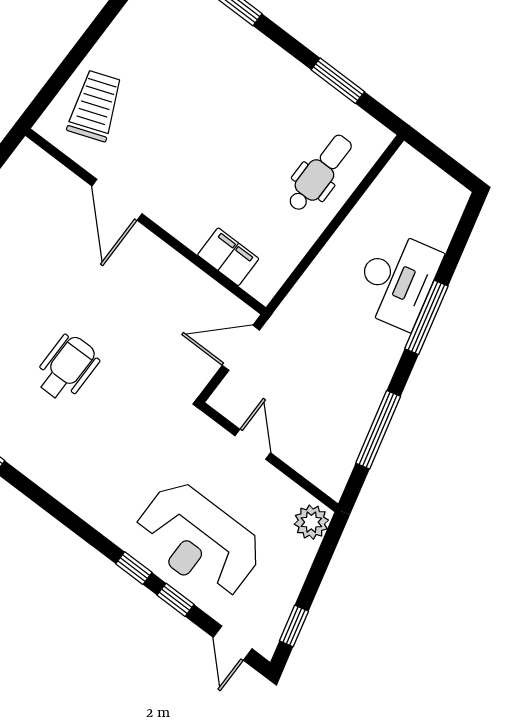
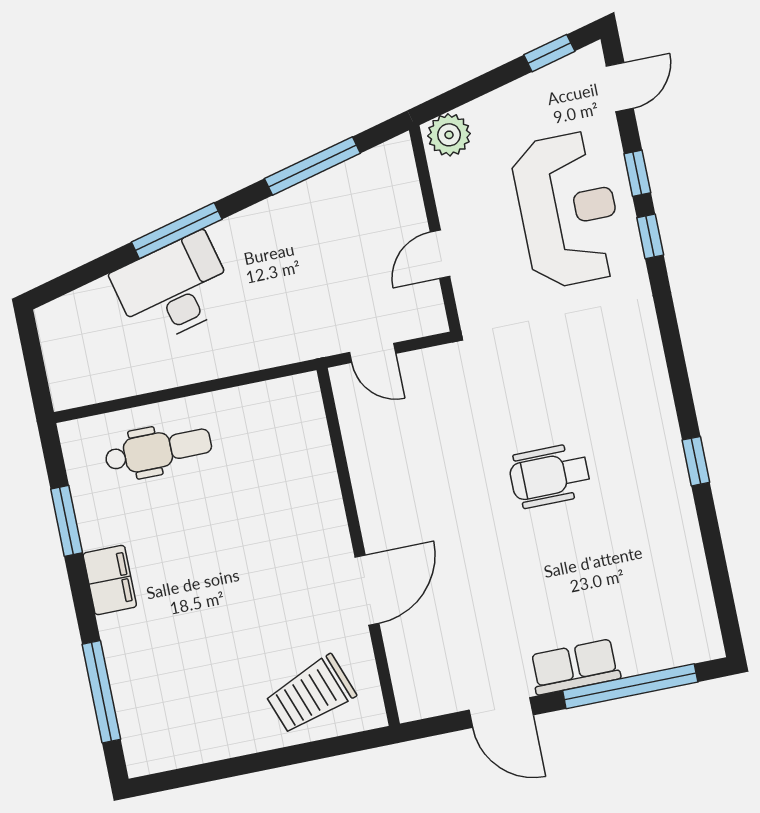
dental chair: (320, 173) -> (158, 450), turned 180
filing cabinet: (228, 257) -> (110, 580), moved, turned 180
door: (241, 348) -> (373, 353), width x0.73

